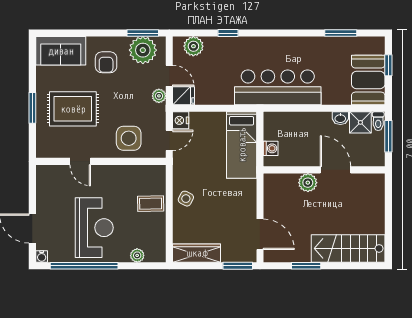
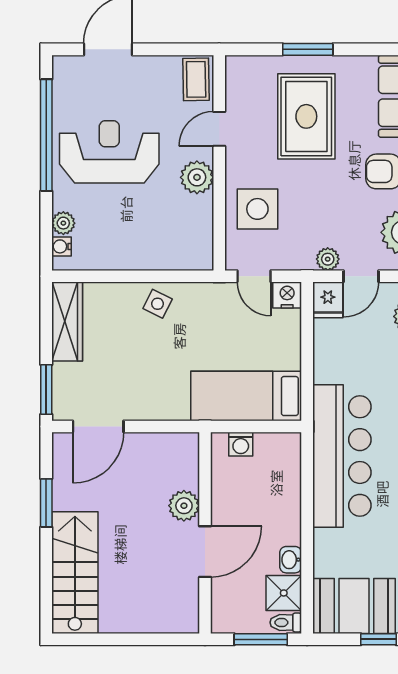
plant: (110, 175) -> (197, 177), added
coffee table: (151, 204) -> (196, 79), moved
reception desk: (94, 228) -> (109, 152), turned 180
water cooler: (42, 257) -> (62, 246), moved

